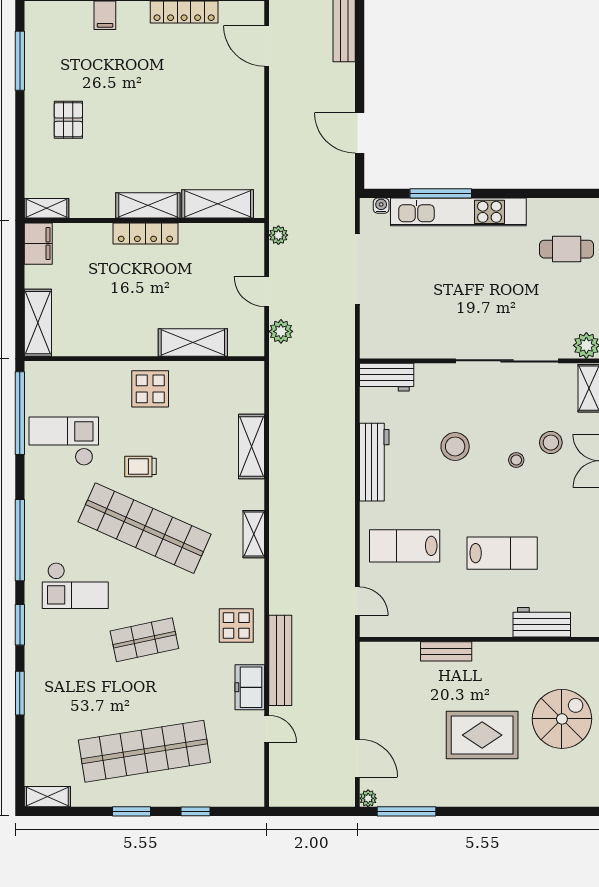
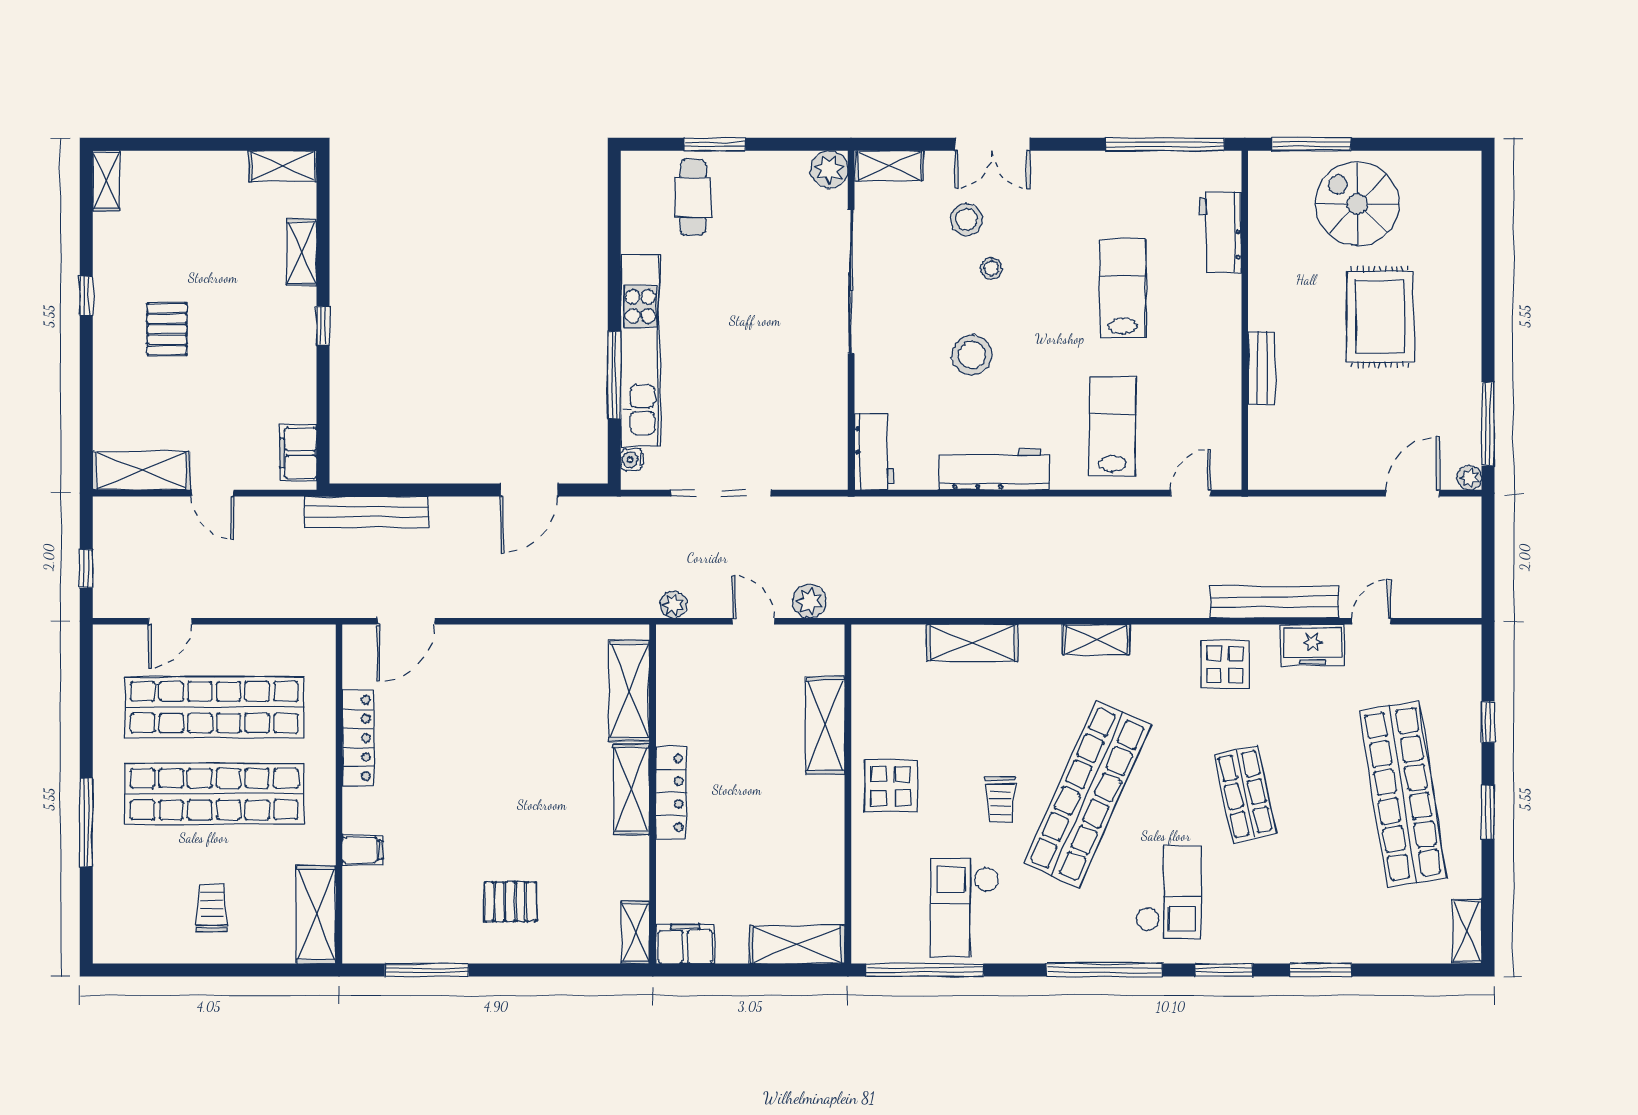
door: (267, 292) -> (753, 621), swing flipped
lab bench: (405, 546) -> (1113, 426), turned 180

